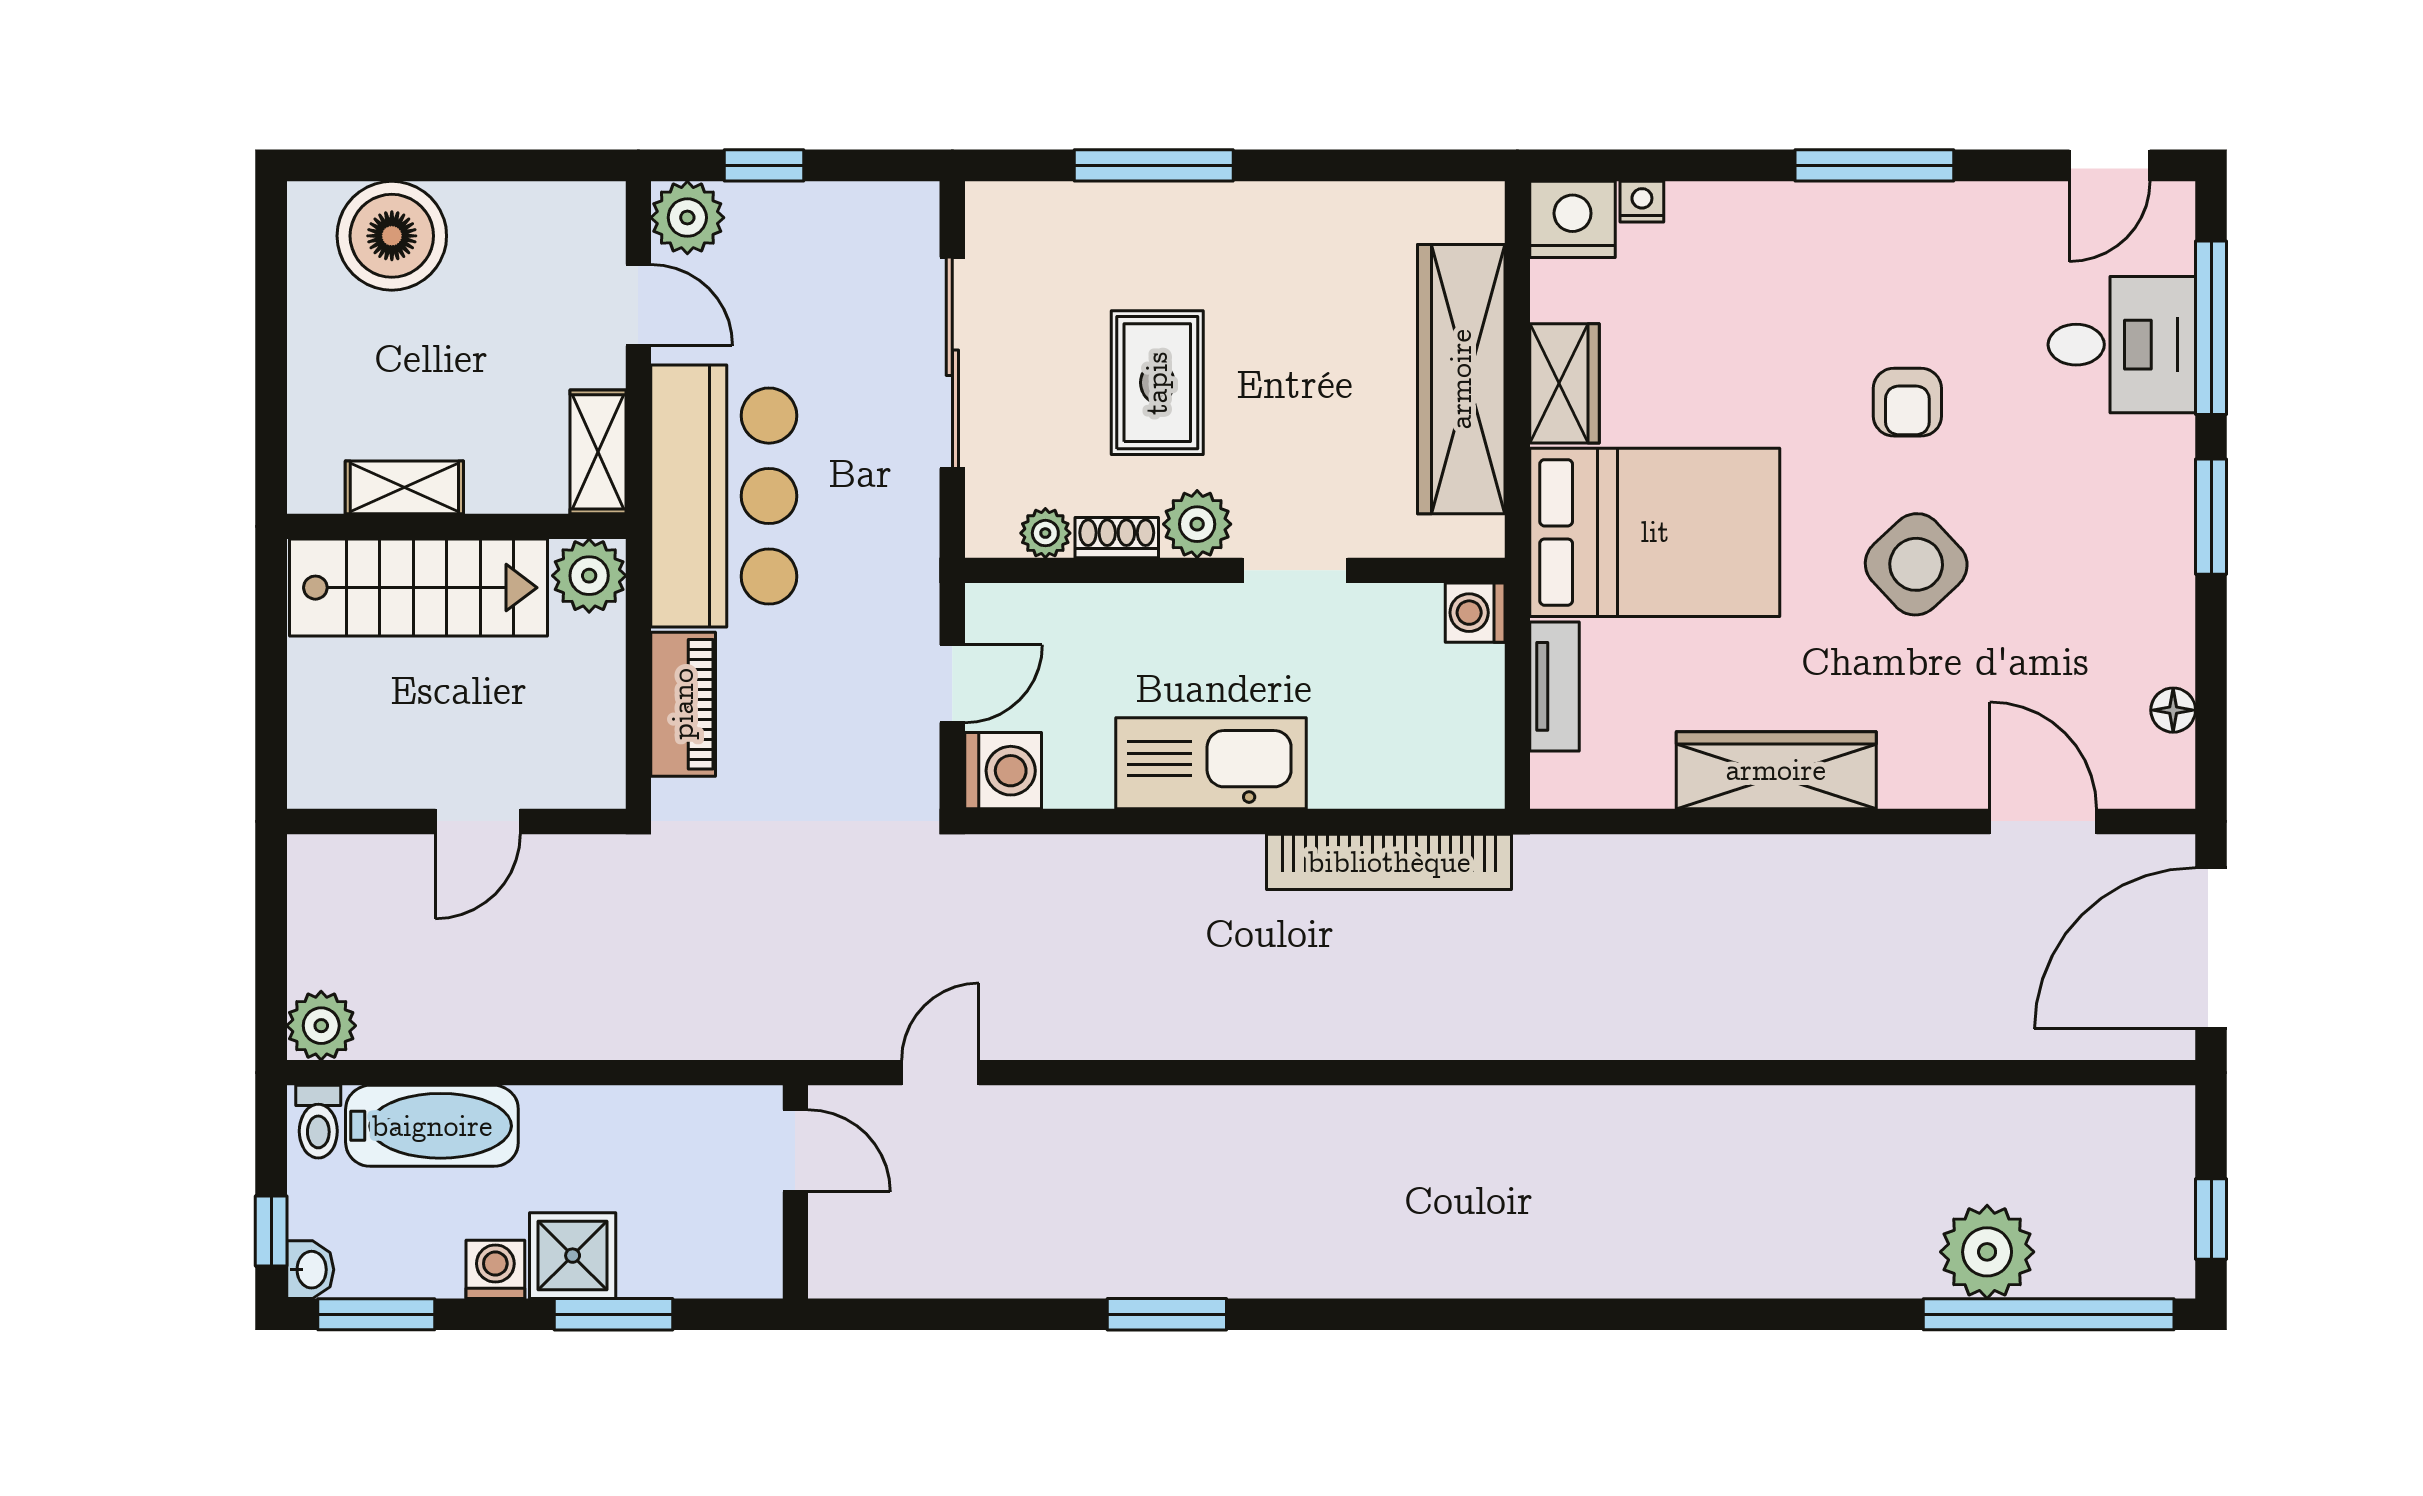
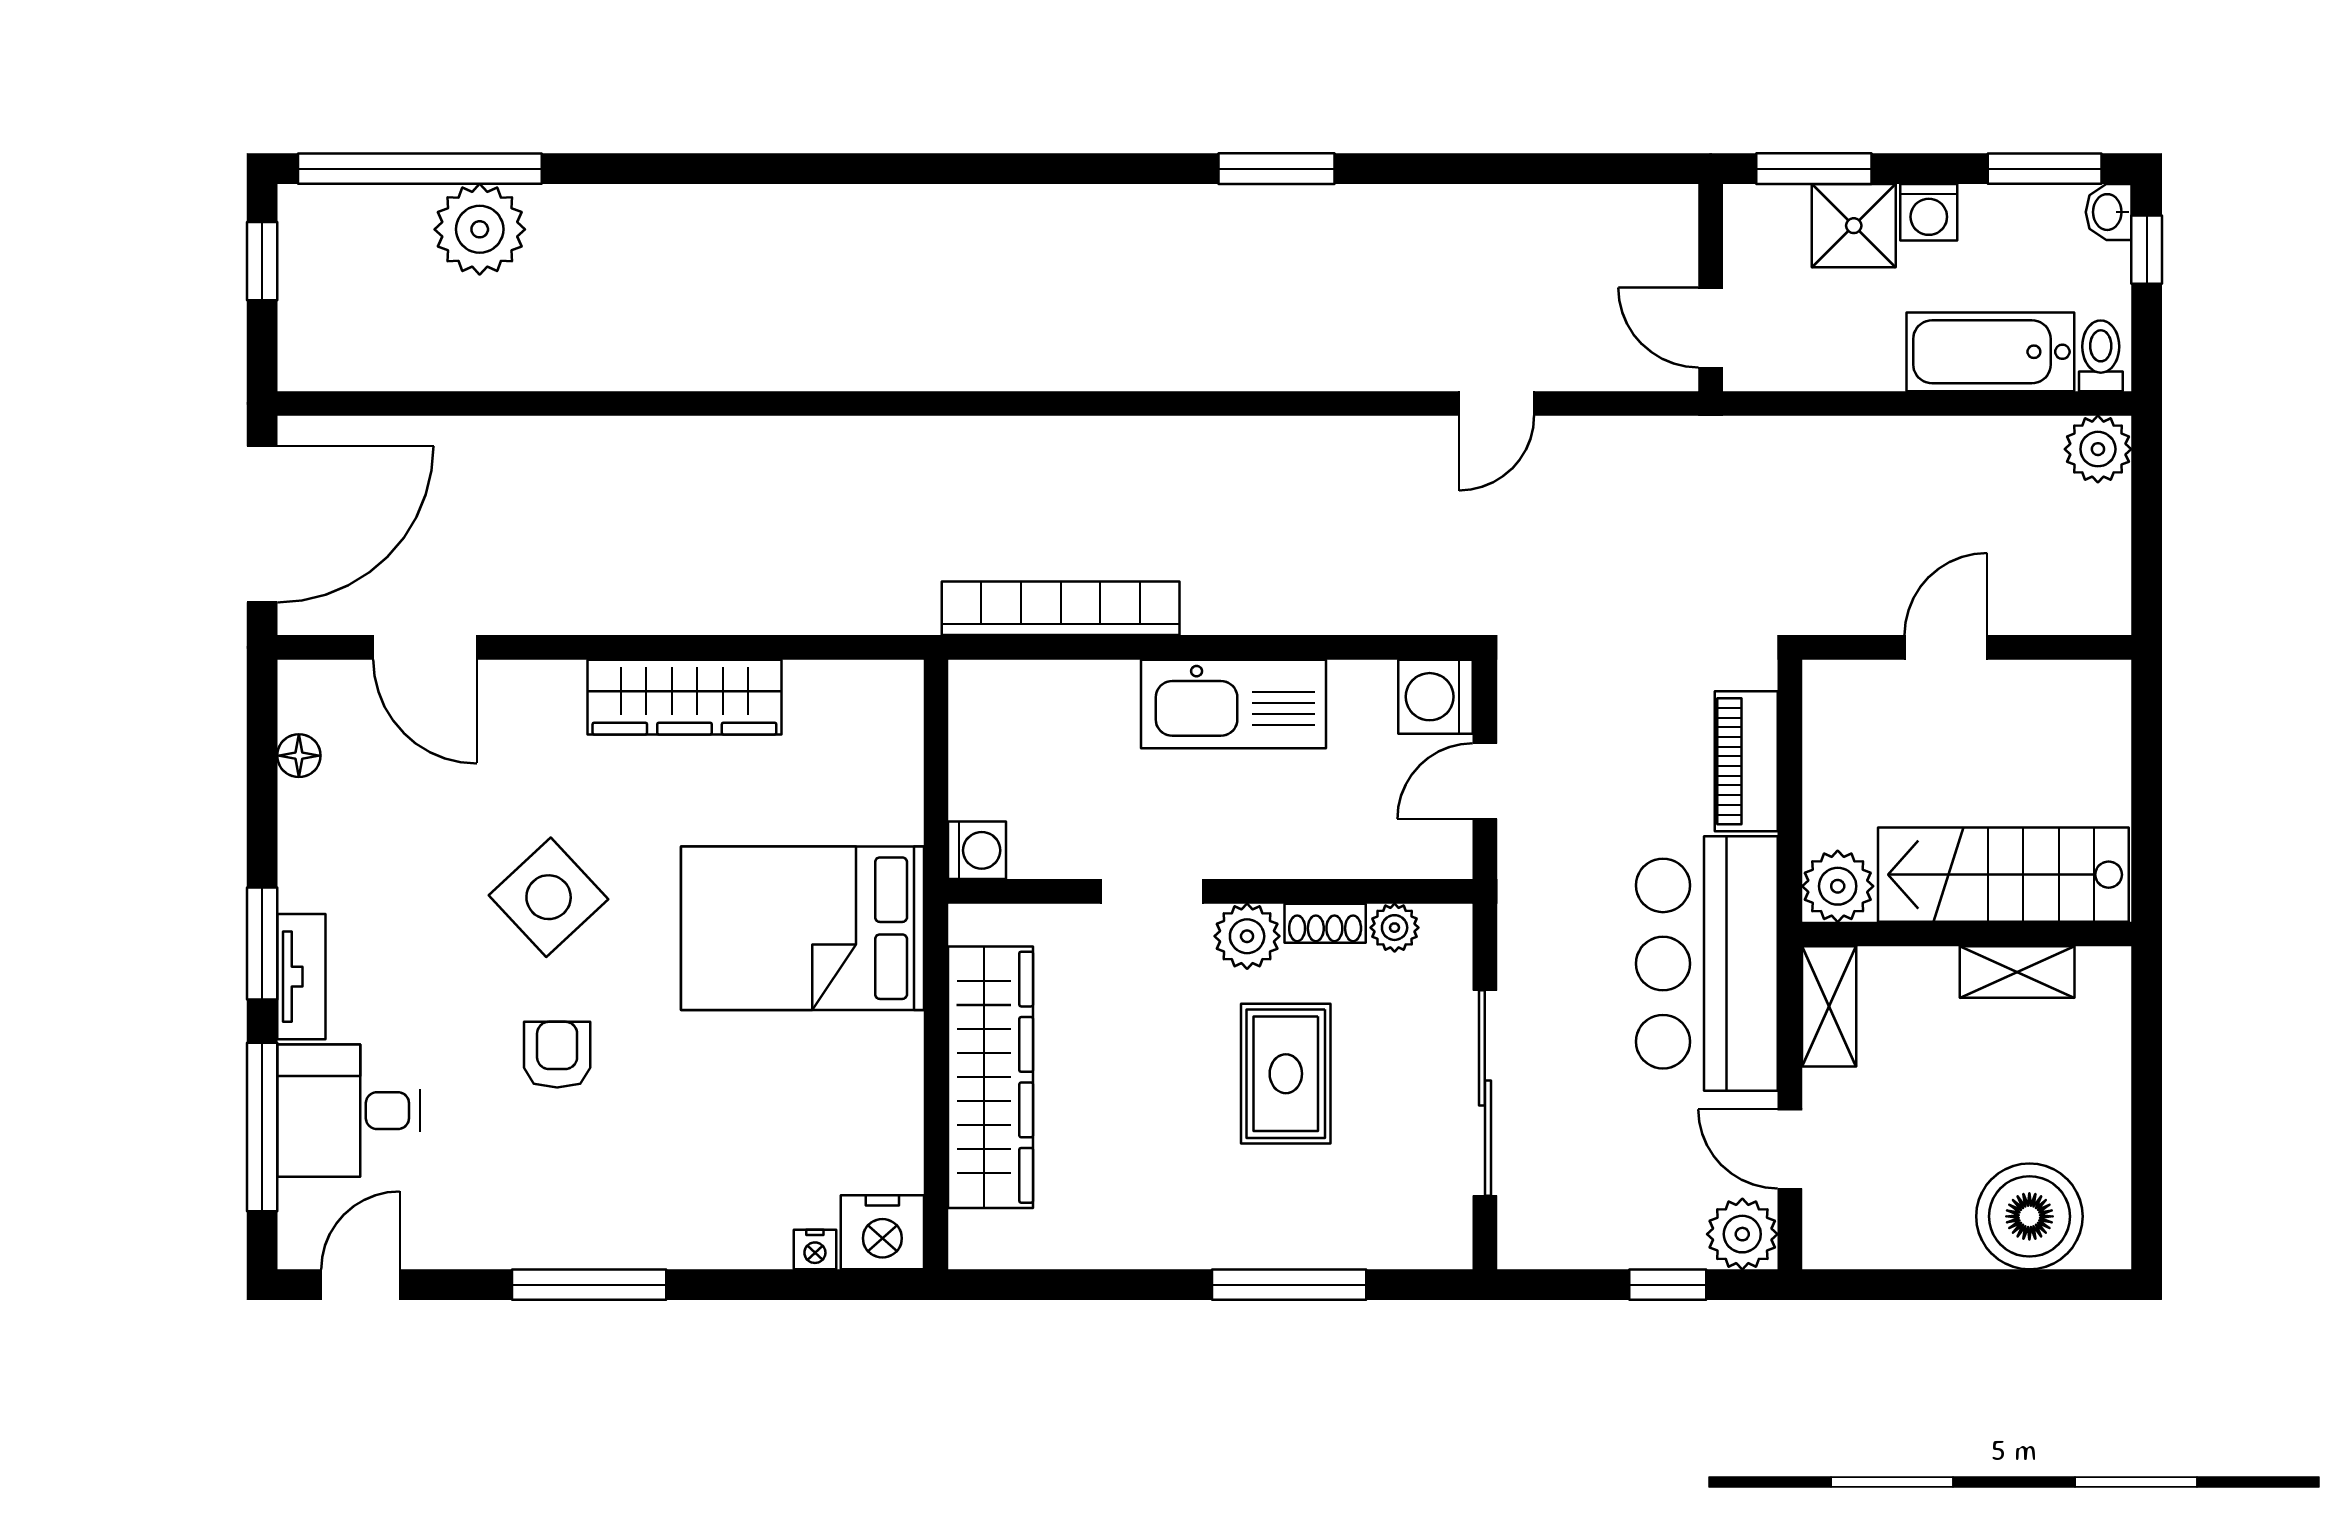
wardrobe: (1564, 383) -> (890, 1073), removed
tv unit: (1555, 686) -> (301, 977), moved, turned 180
door: (795, 1151) -> (1711, 328), moved
wall: (795, 1192) -> (1711, 288), moved

